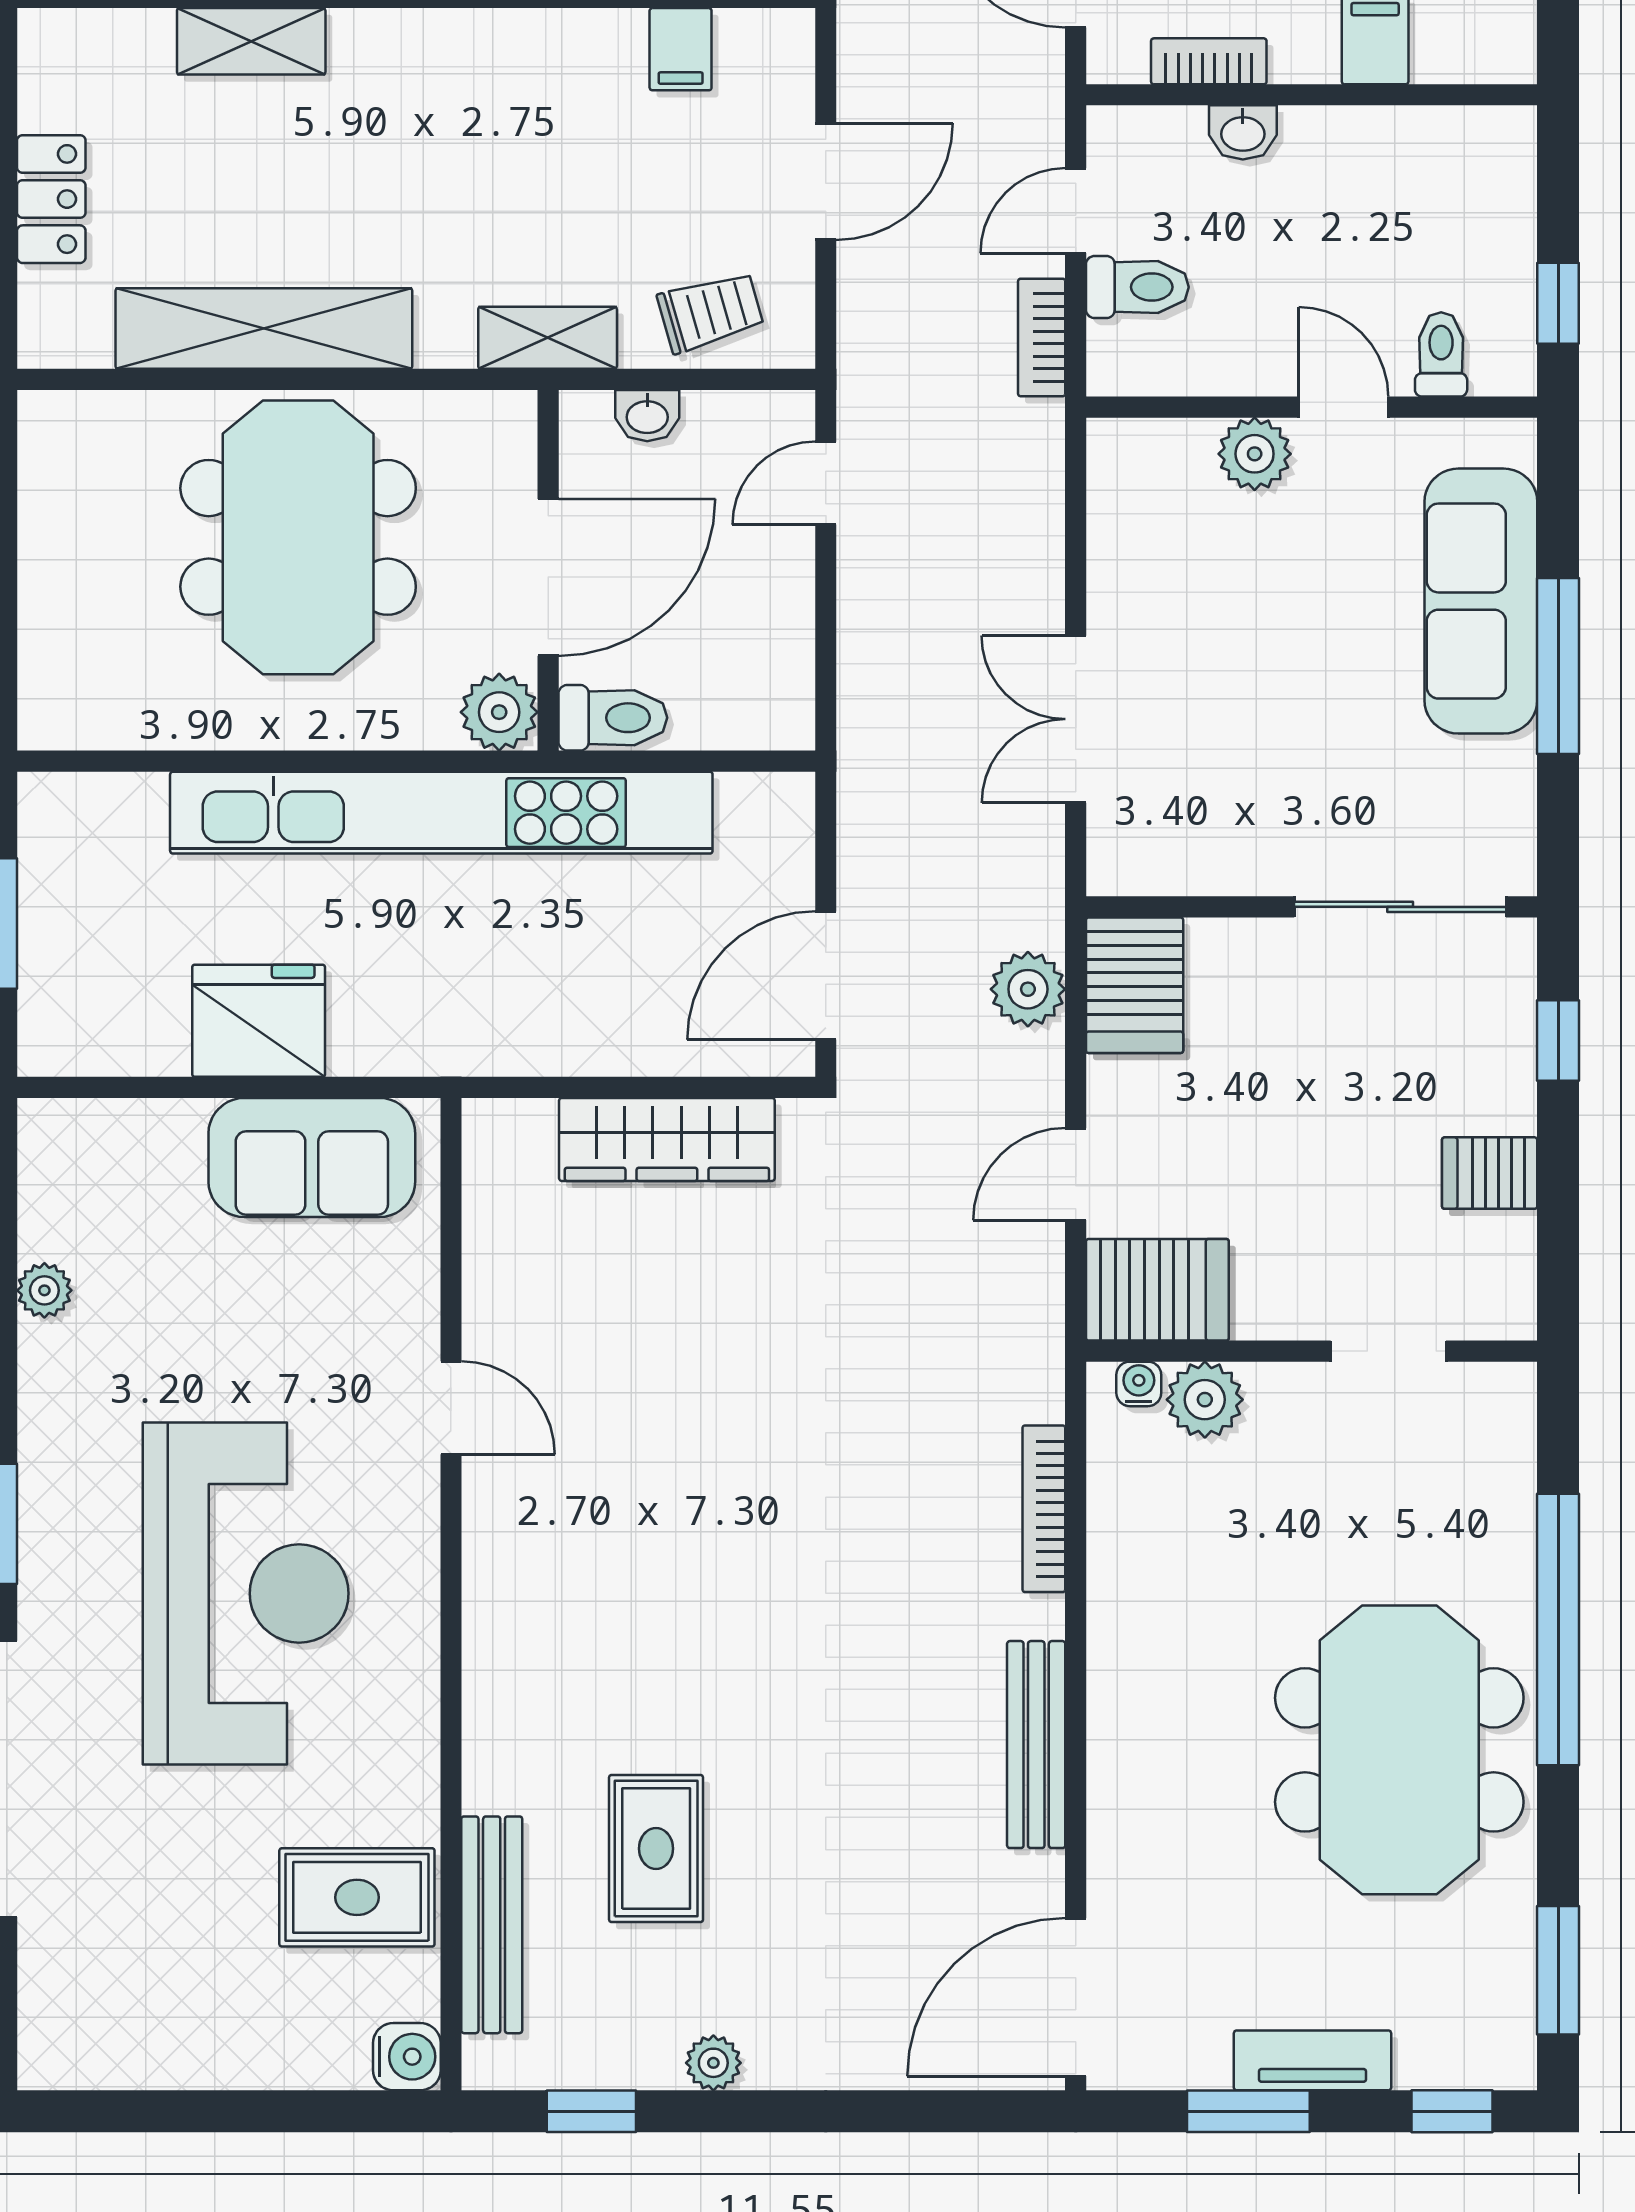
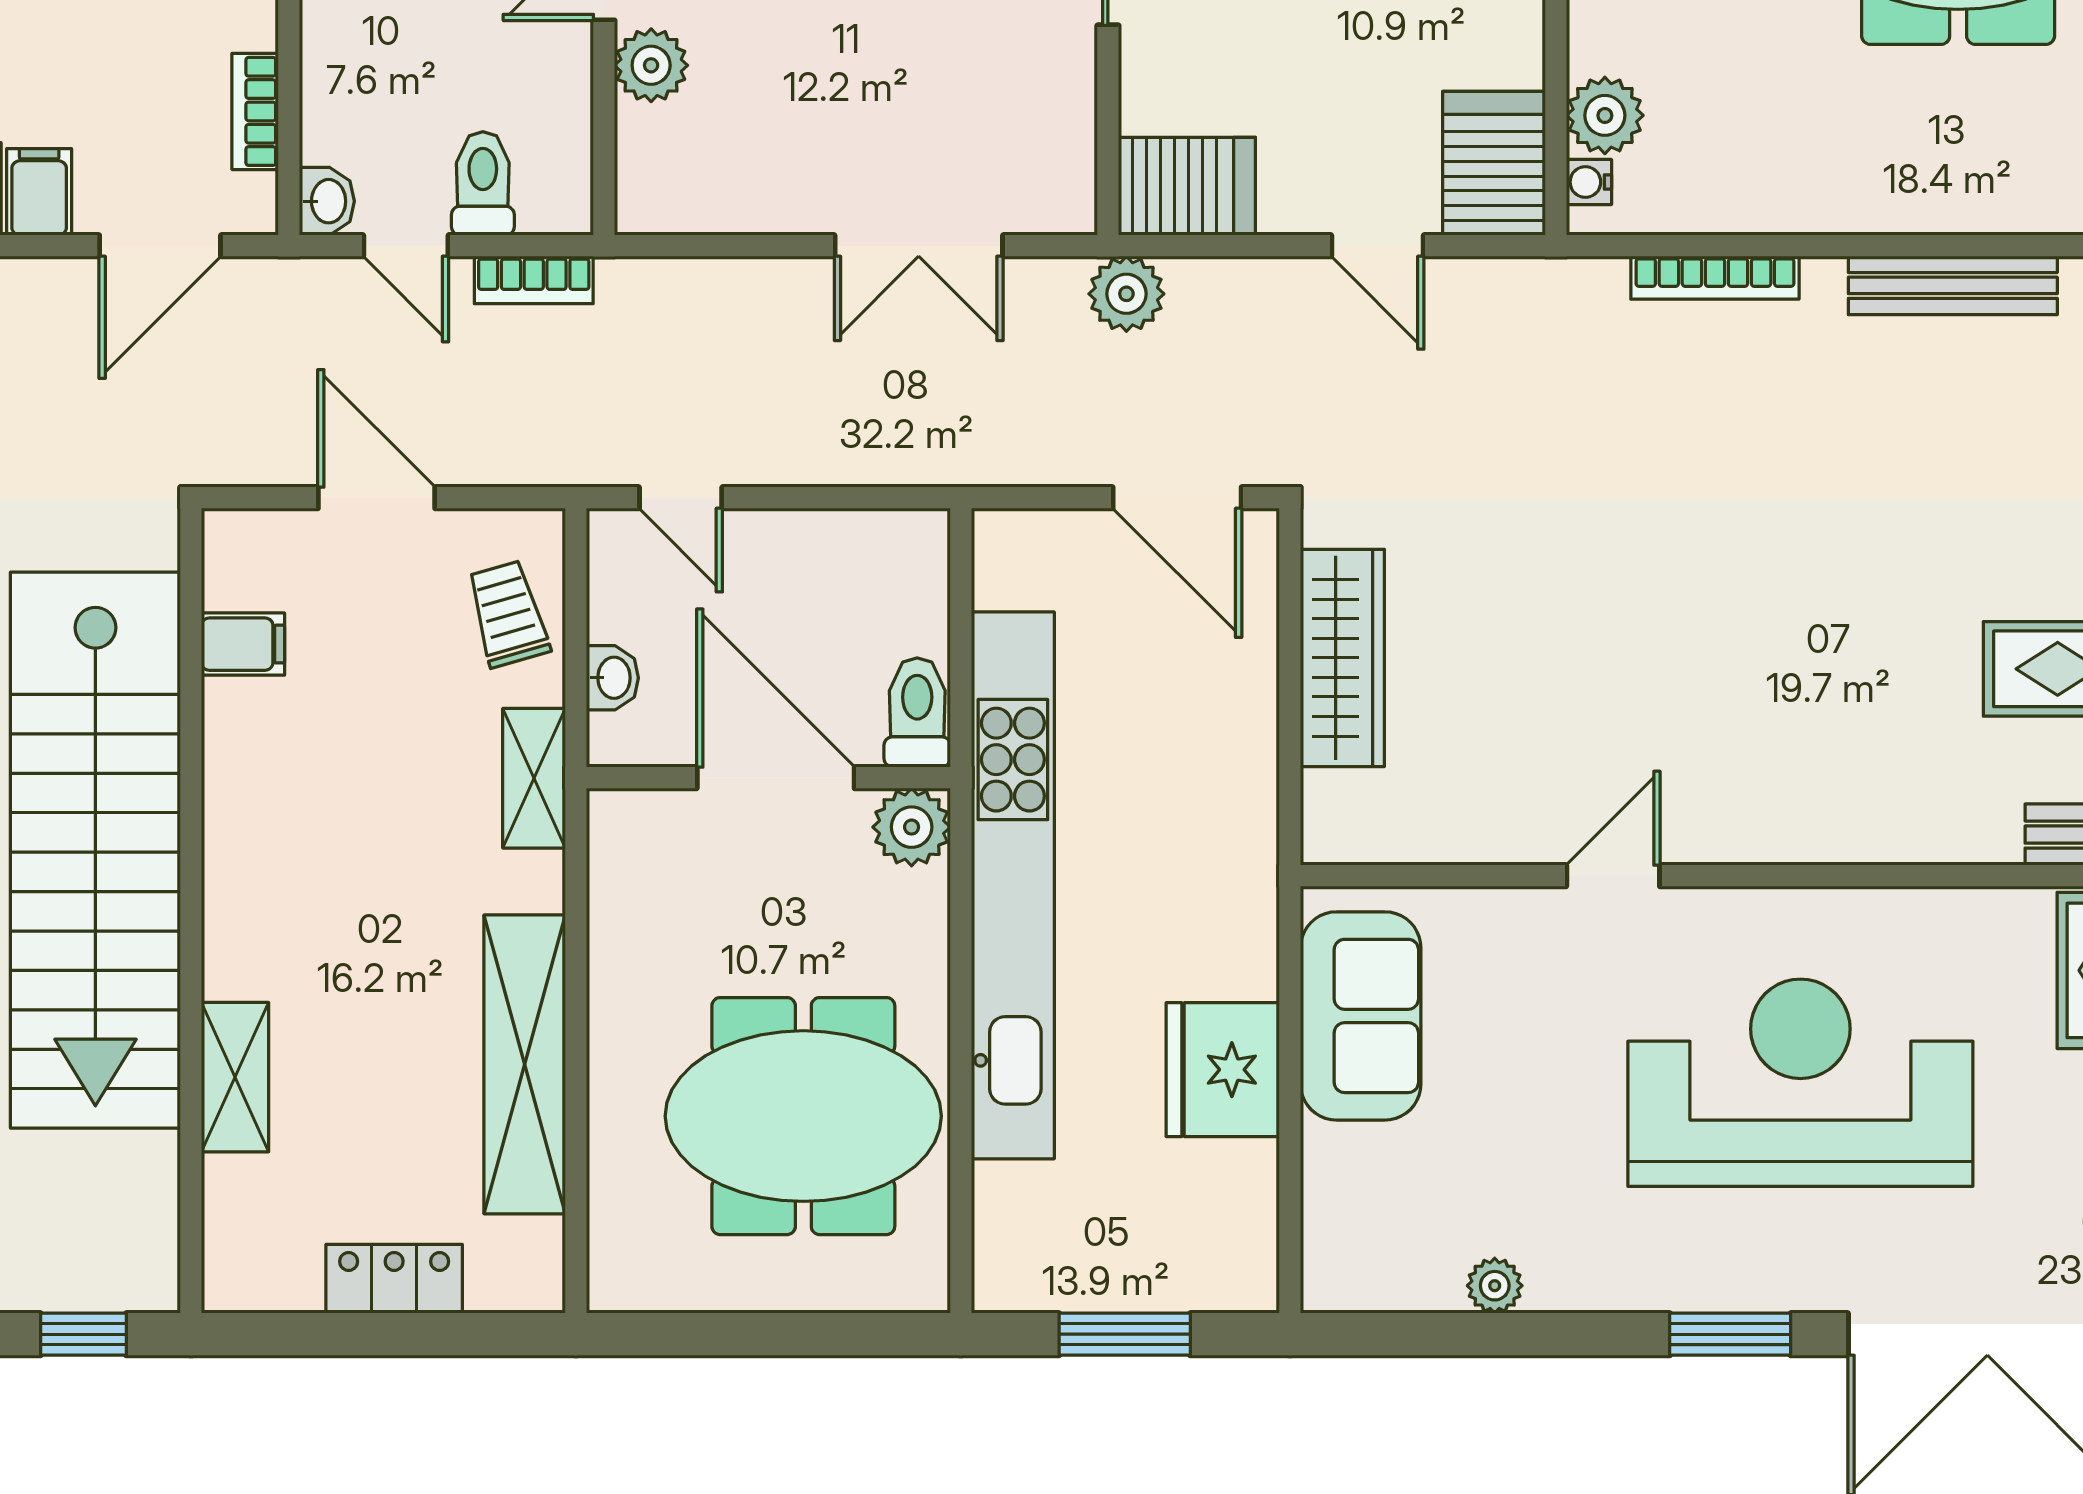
washbasin: (1243, 132) -> (327, 201), moved
meeting table: (298, 537) -> (803, 1116), moved
plant: (1028, 989) -> (1126, 294), moved

